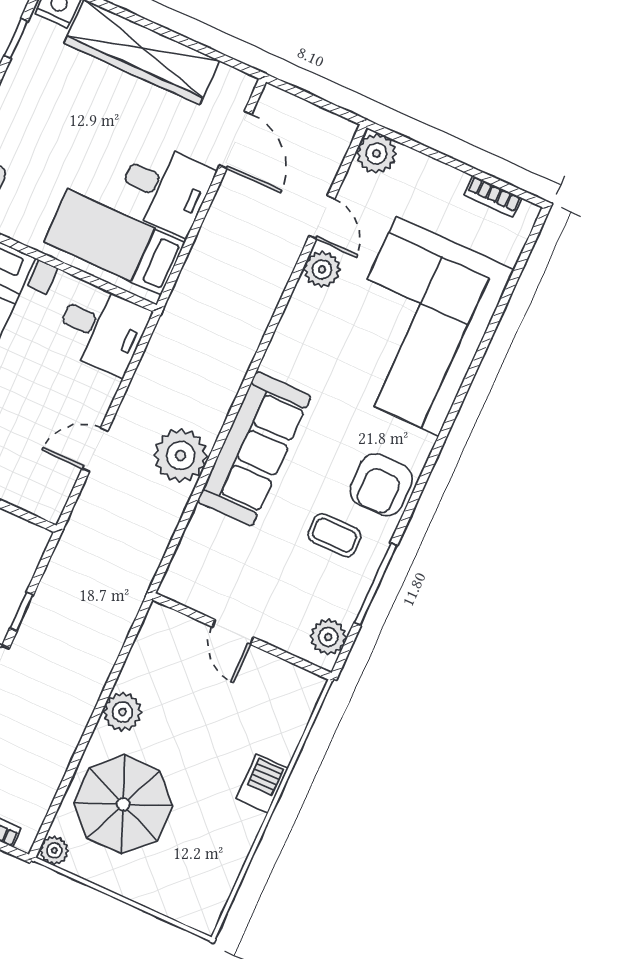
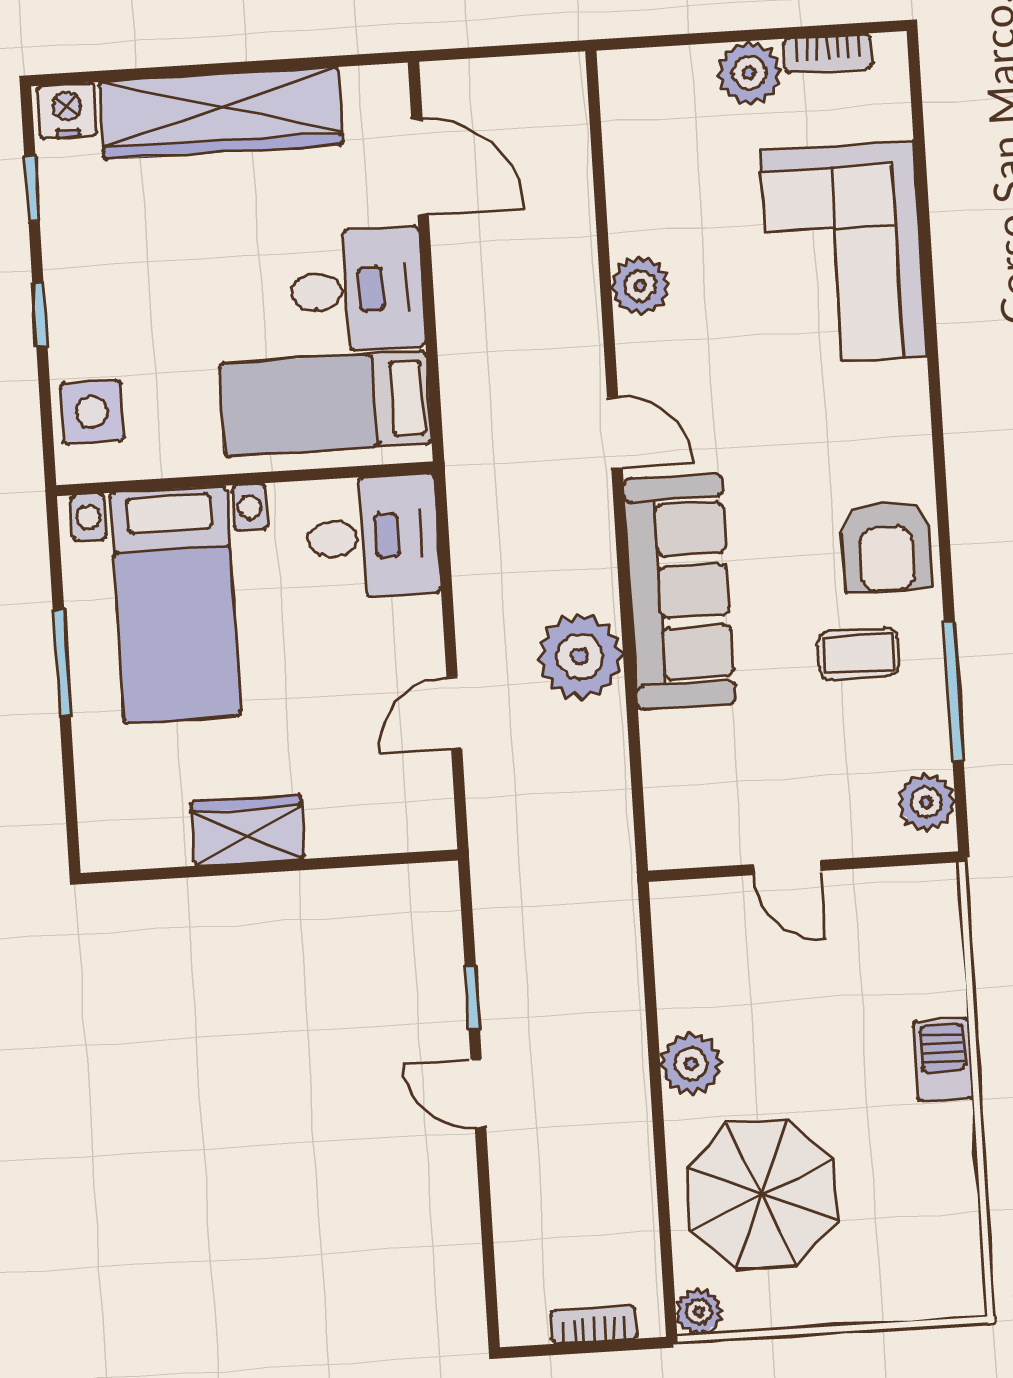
plant: (376, 154) -> (749, 73), moved
door: (322, 218) -> (615, 433), moved
corner sofa: (418, 326) -> (844, 253), width x0.73, depth x0.74

